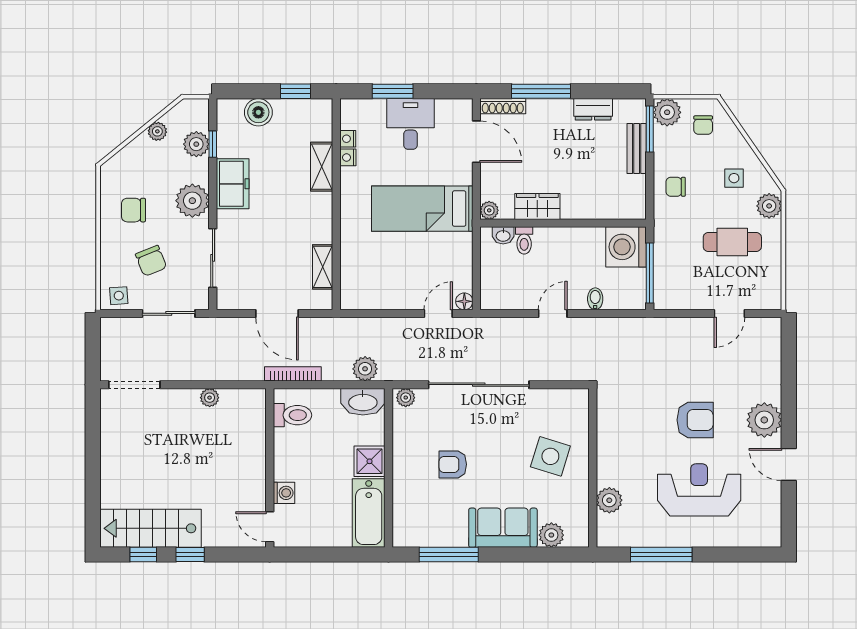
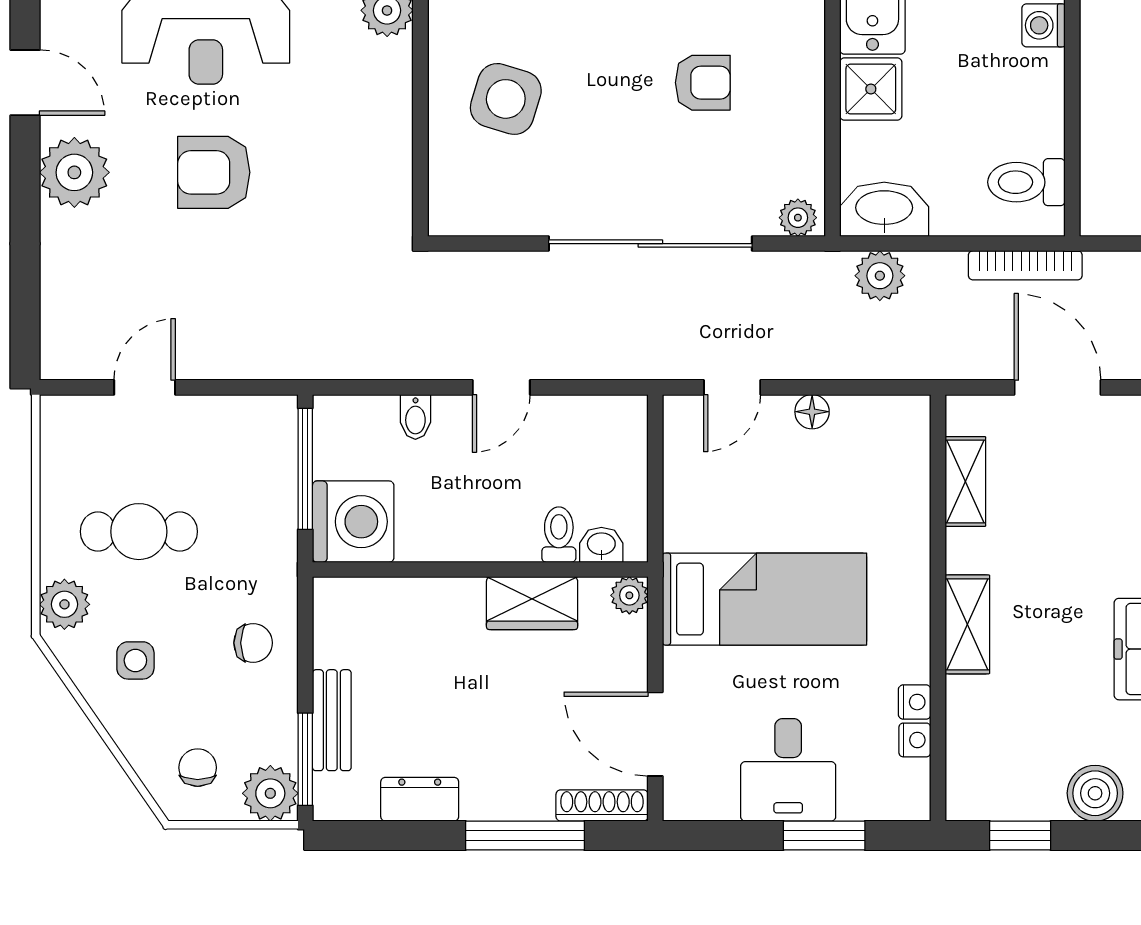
shelving: (322, 167) -> (967, 624), moved
floor lamp: (464, 301) -> (812, 412), moved

